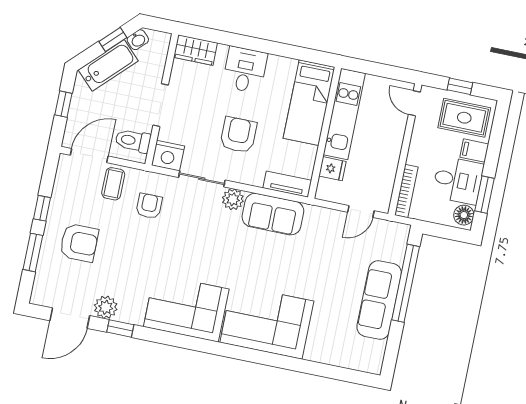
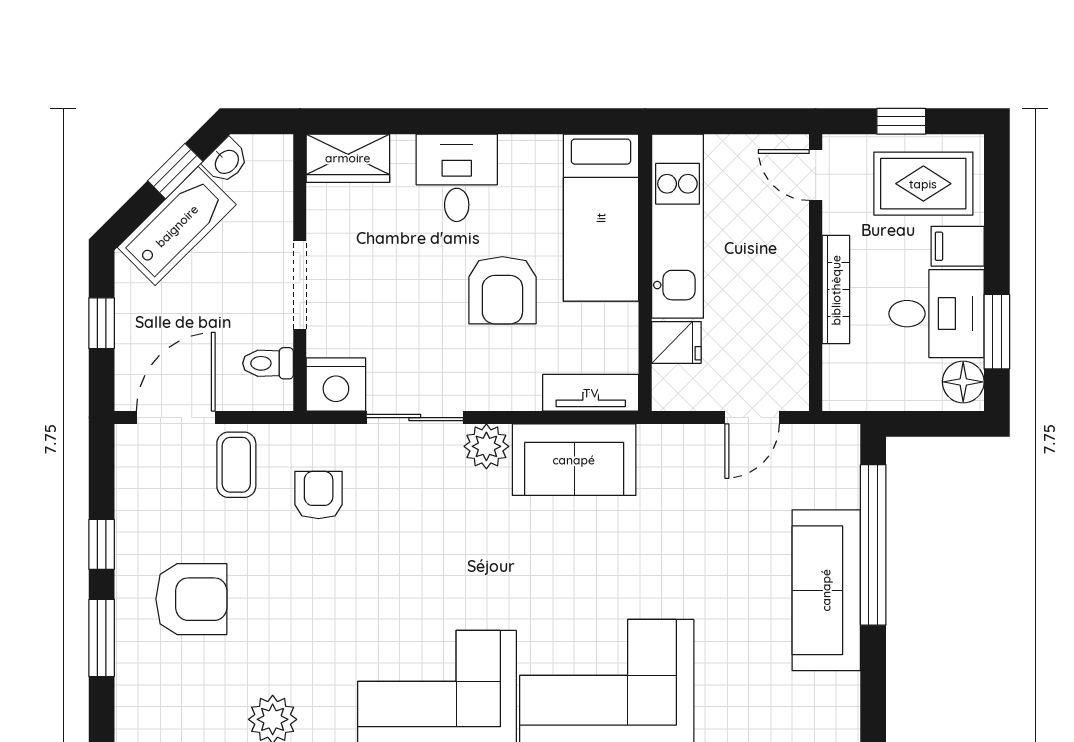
armchair: (238, 135) -> (502, 290), moved, turned 180
toilet: (133, 141) -> (268, 363), width x0.73, depth x0.72
bookcase: (406, 191) -> (836, 290), moved

